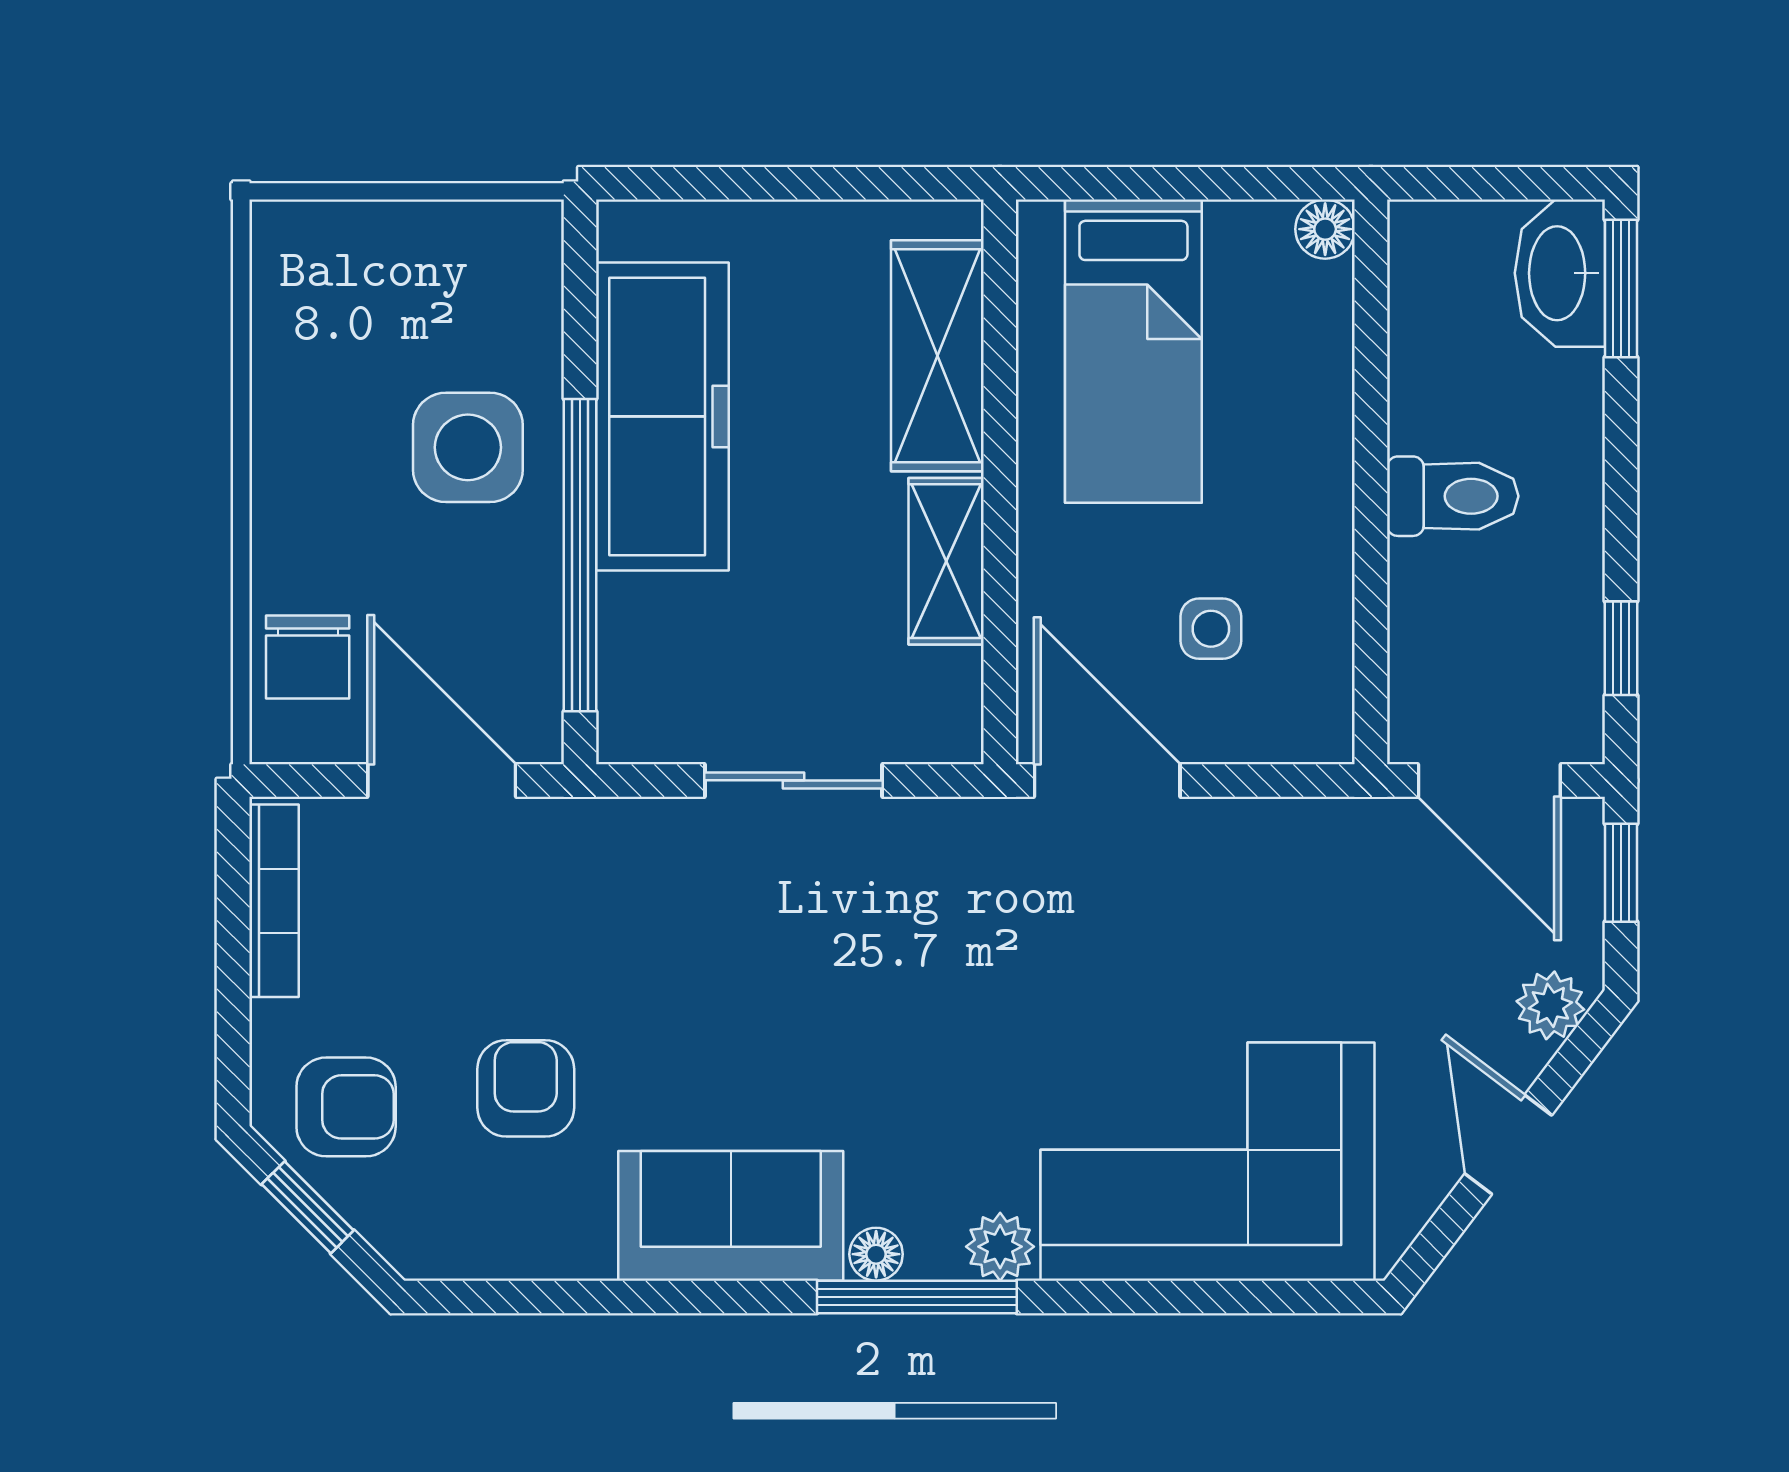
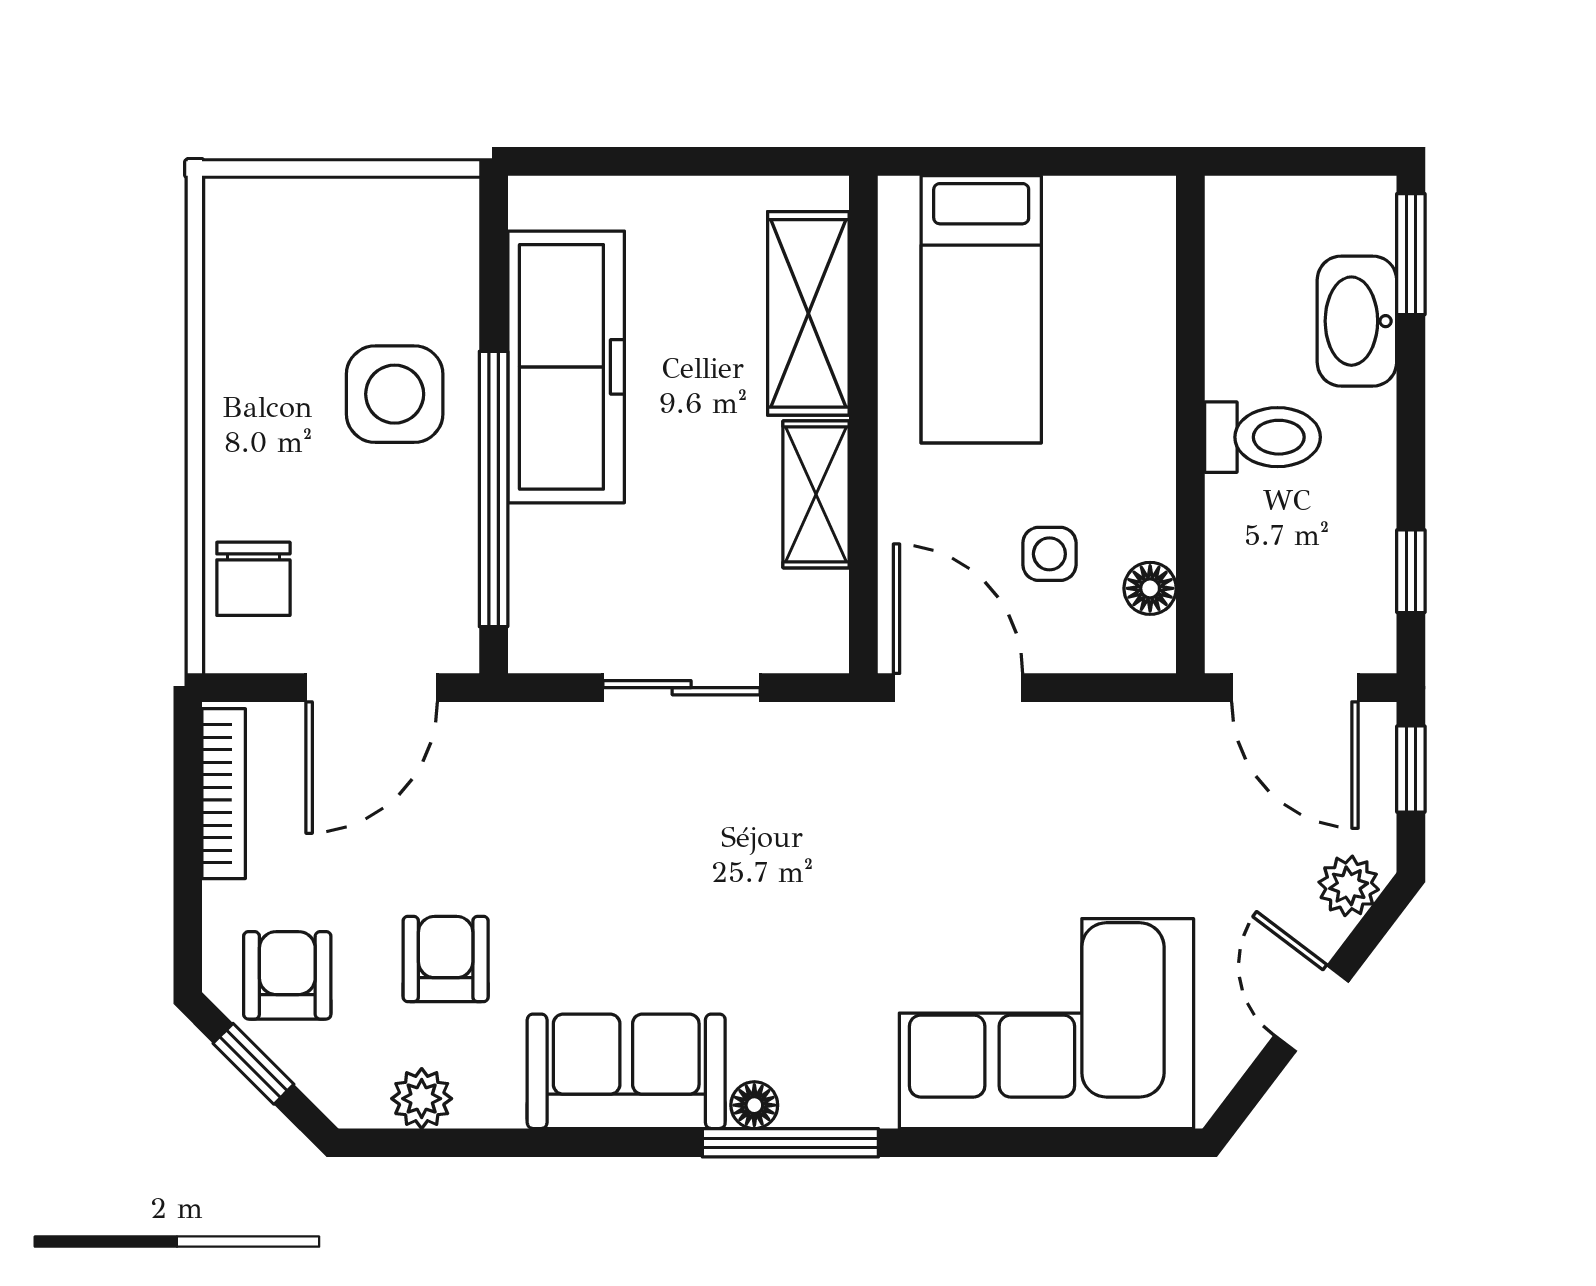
floor lamp: (1325, 229) -> (1150, 588), moved
washbasin: (1560, 273) -> (1357, 321), moved
door: (442, 780) -> (372, 688), swing flipped
armchair: (346, 1107) -> (287, 975), turned -90
plant: (1000, 1247) -> (422, 1099), moved

